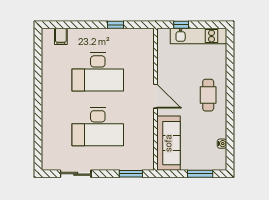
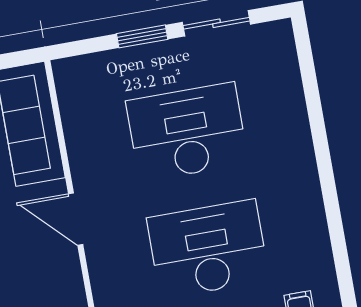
window: (131, 174) -> (142, 36), moved

